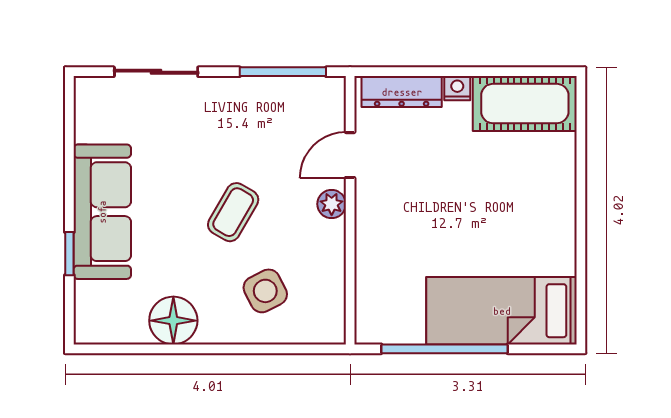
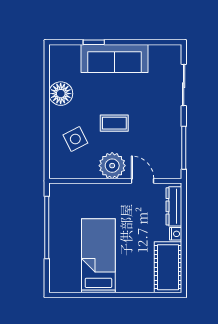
plant: (332, 204) -> (112, 166), width x1.87, depth x1.87
coffee table: (233, 212) -> (114, 123), turned -30
bed: (502, 311) -> (98, 256), moved

